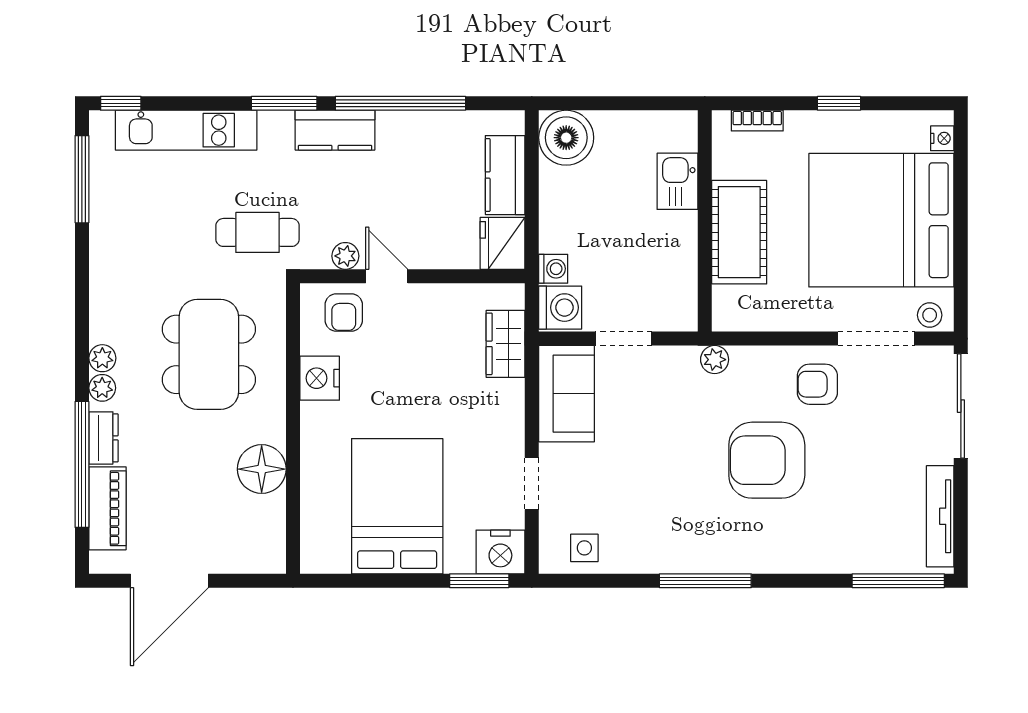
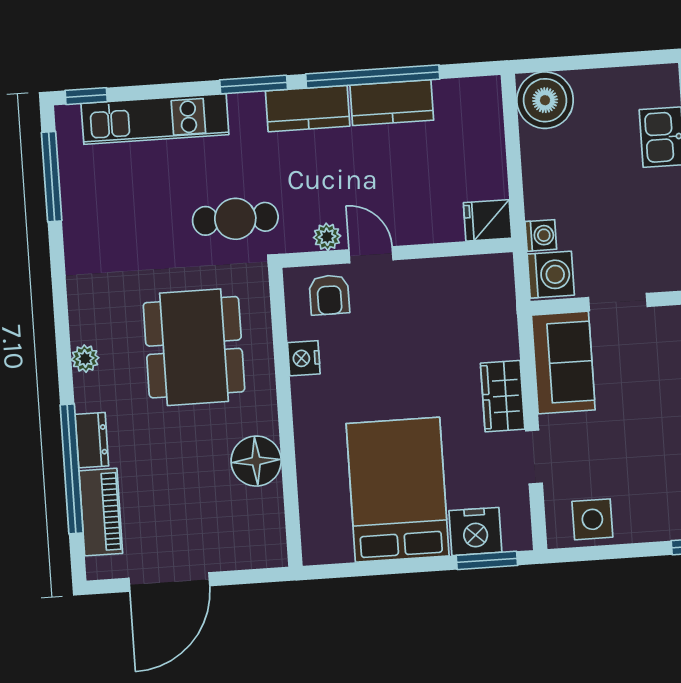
kitchen counter: (505, 175) -> (392, 103), moved, turned -90
fridge: (502, 243) -> (488, 220), width x0.72
wardrobe: (505, 344) -> (503, 396), moved
nightstand: (320, 378) -> (304, 358), width x0.74, depth x0.75
plant: (102, 388) -> (87, 389), removed
side table: (584, 548) -> (592, 519), width x1.37, depth x1.37
nightstand: (500, 552) -> (475, 531), moved

